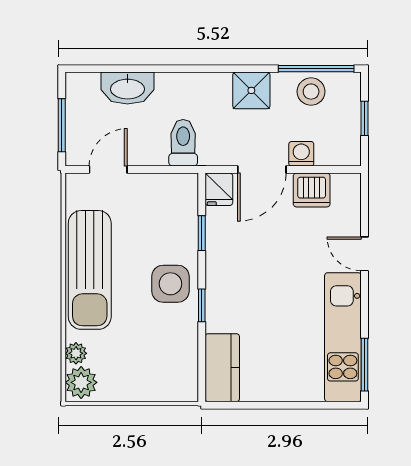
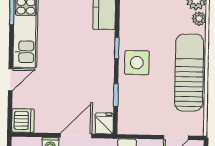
dishwasher: (312, 190) -> (23, 121), moved, turned 90
door: (365, 254) -> (10, 80), hinge flipped

